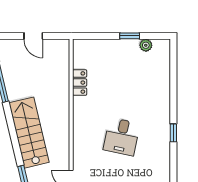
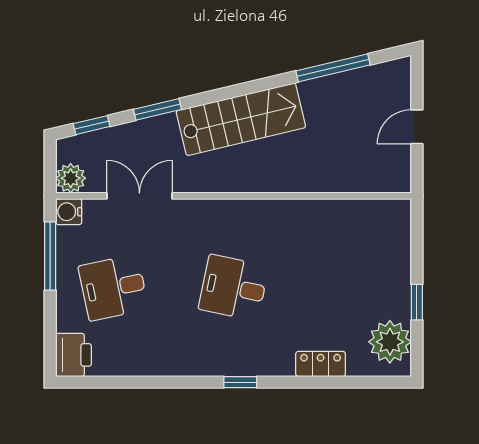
plant: (146, 45) -> (390, 342), width x1.87, depth x1.87
locker: (80, 83) -> (321, 364), moved, turned 180

